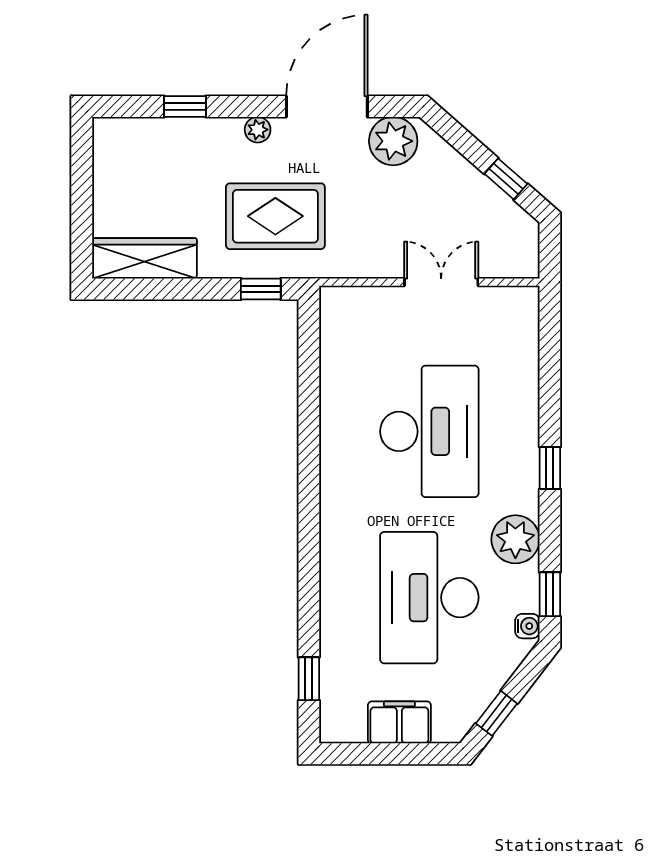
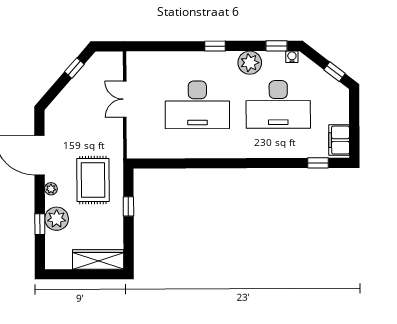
plant: (393, 141) -> (57, 219), moved
wardrobe: (144, 258) -> (98, 259), moved, turned 90
window: (261, 289) -> (128, 206), moved
desk: (429, 431) -> (197, 105), turned 180
filing cabinet: (399, 722) -> (339, 140), moved

